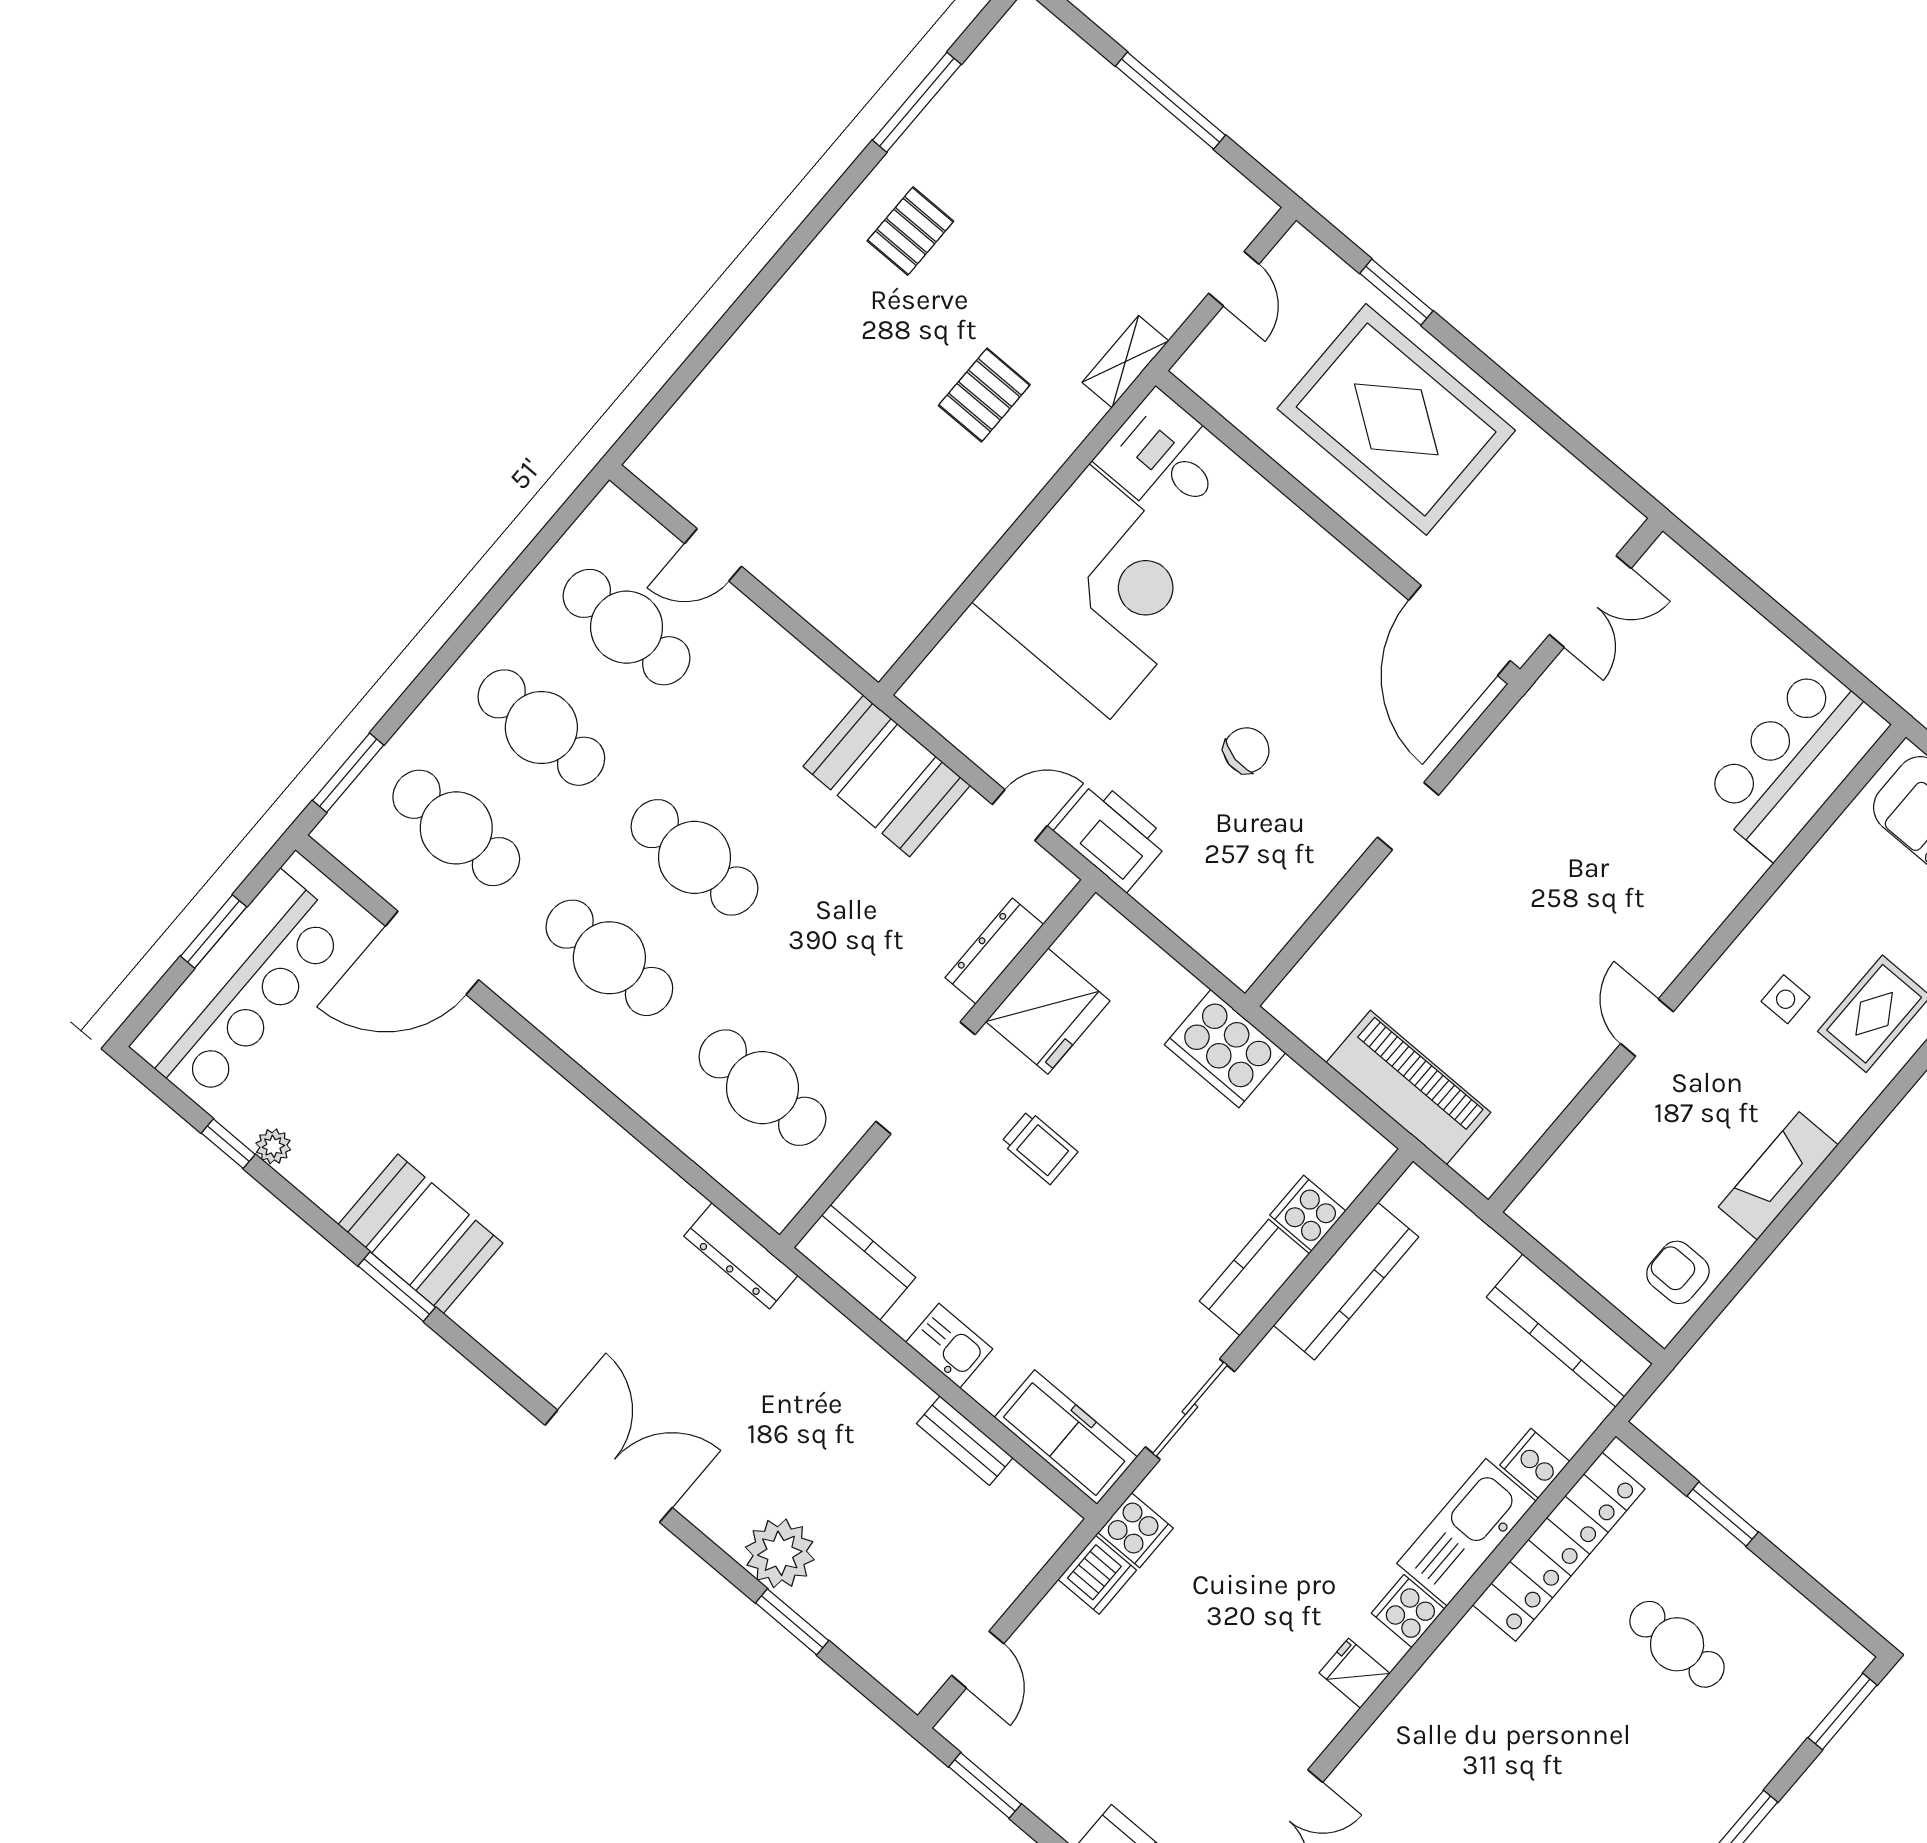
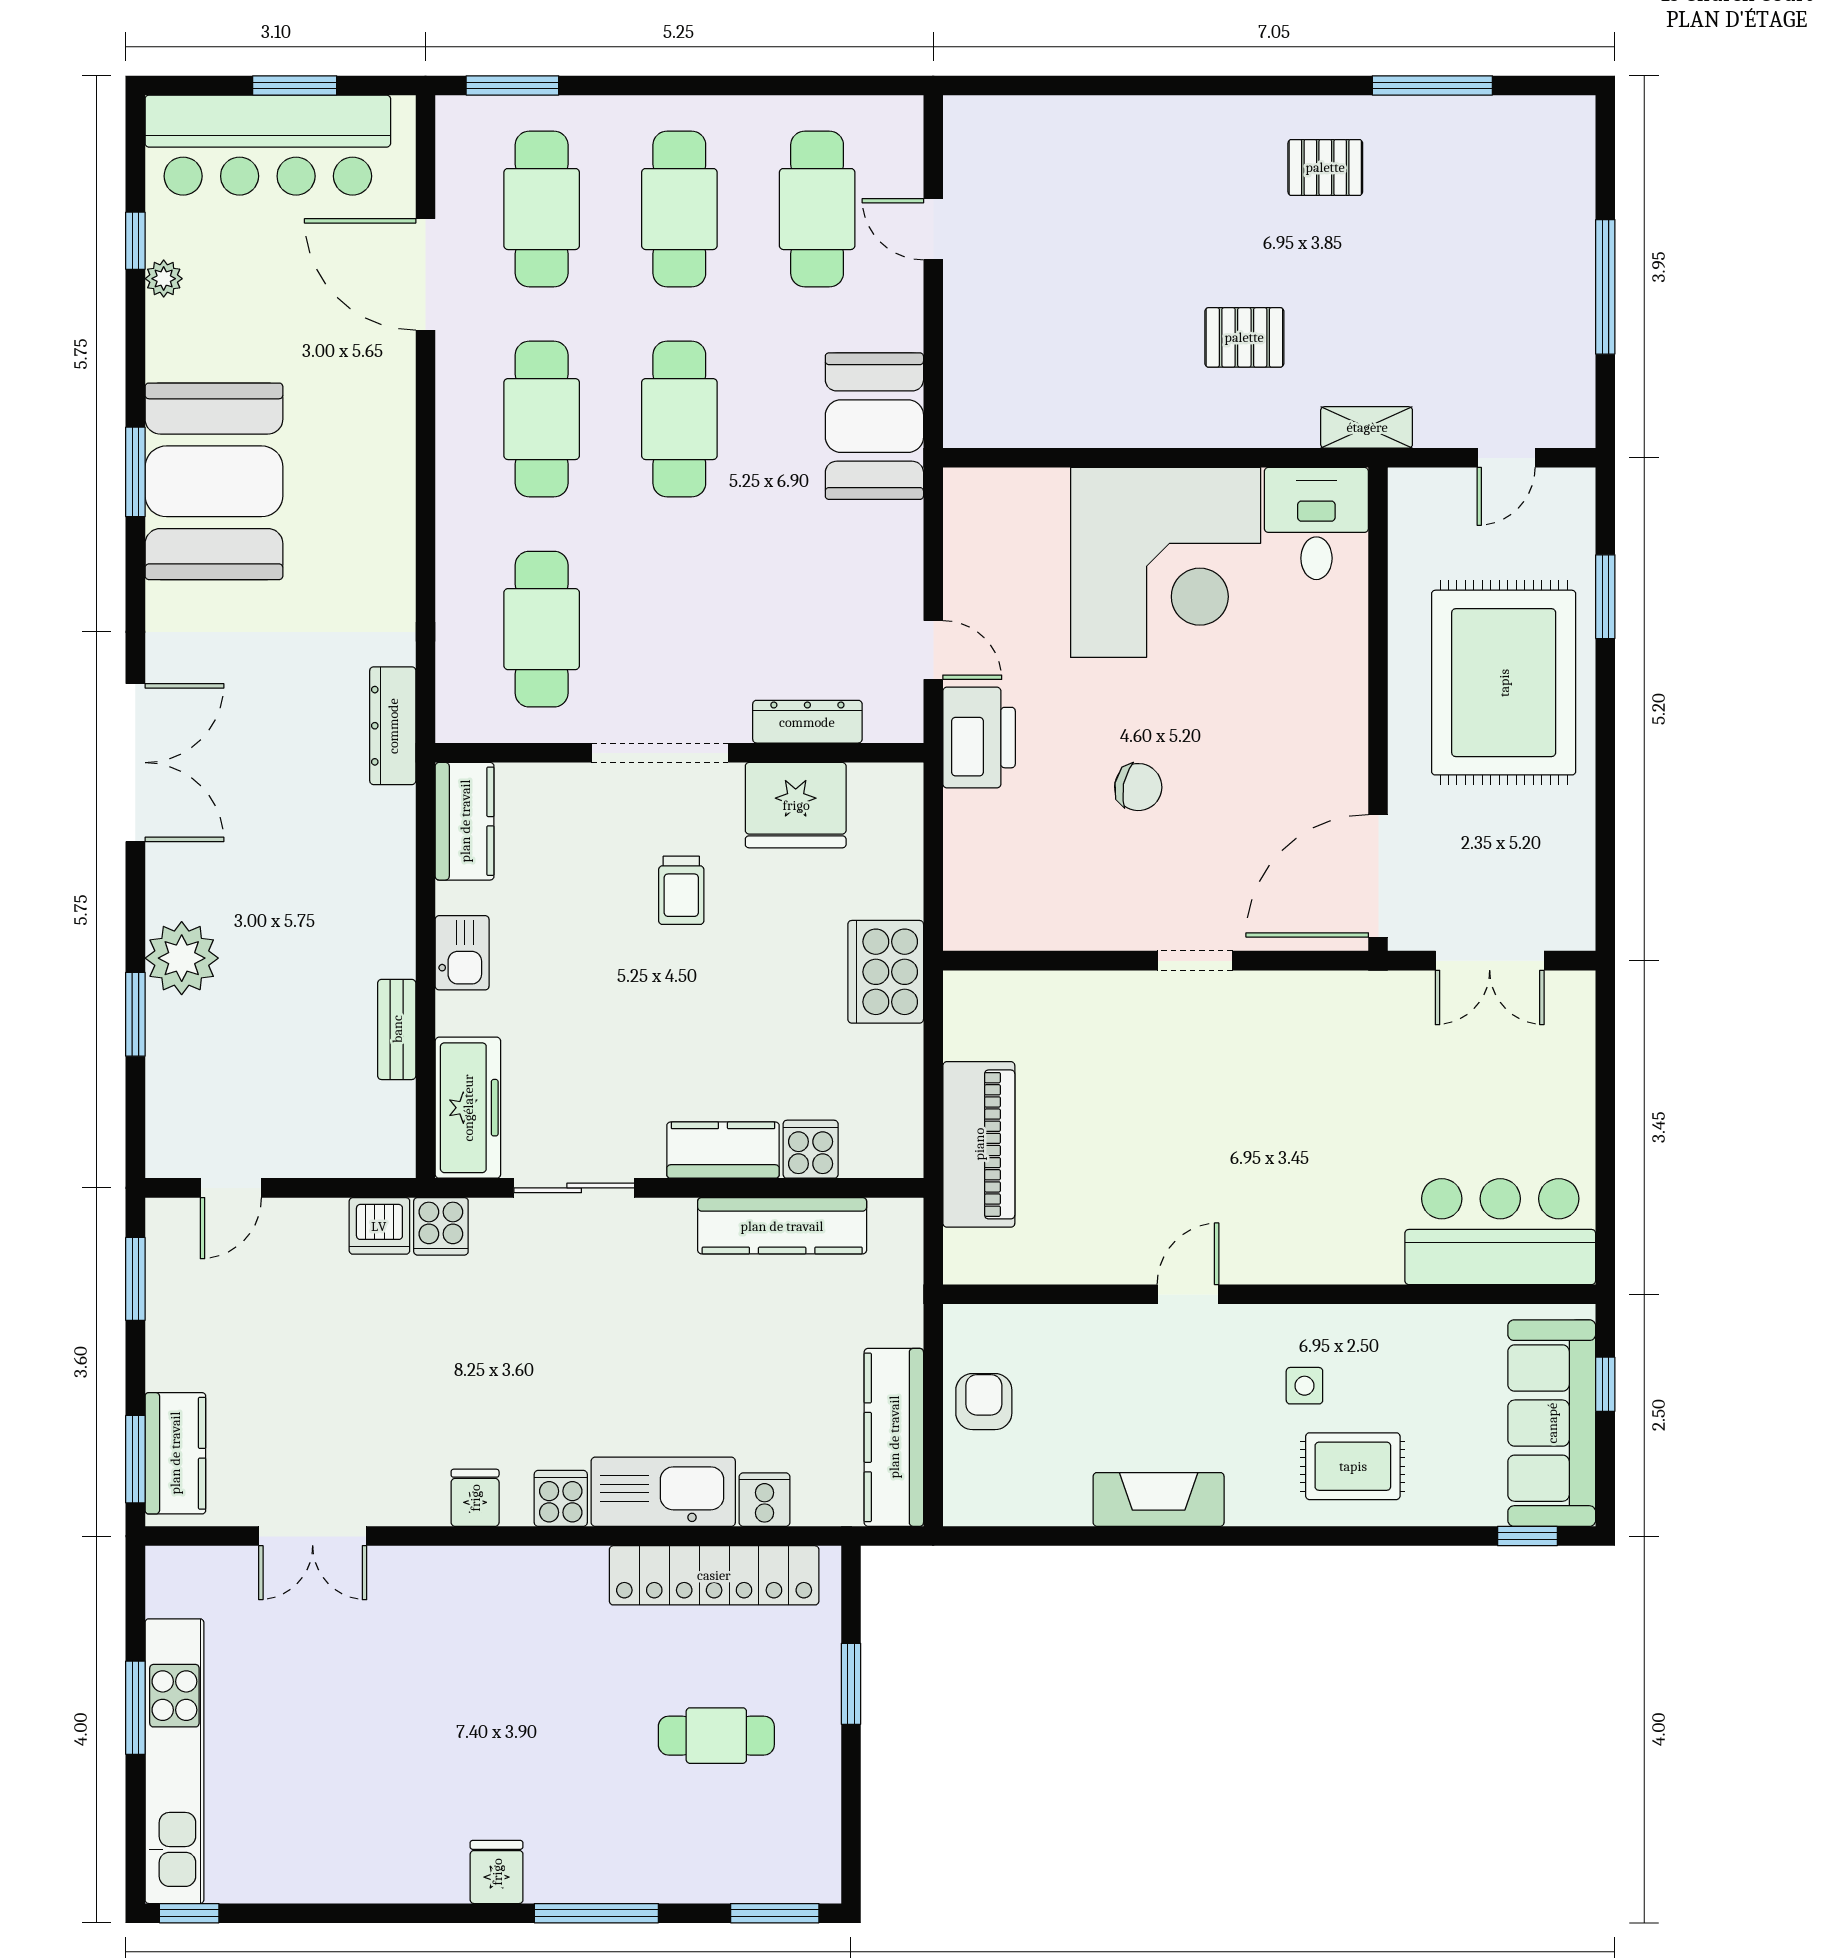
booth: (887, 776) -> (874, 426), moved
booth: (421, 1234) -> (214, 481), width x1.36, depth x1.42
armchair: (1678, 1272) -> (984, 1402), moved
cafe table: (1677, 1644) -> (716, 1736), turned 90

